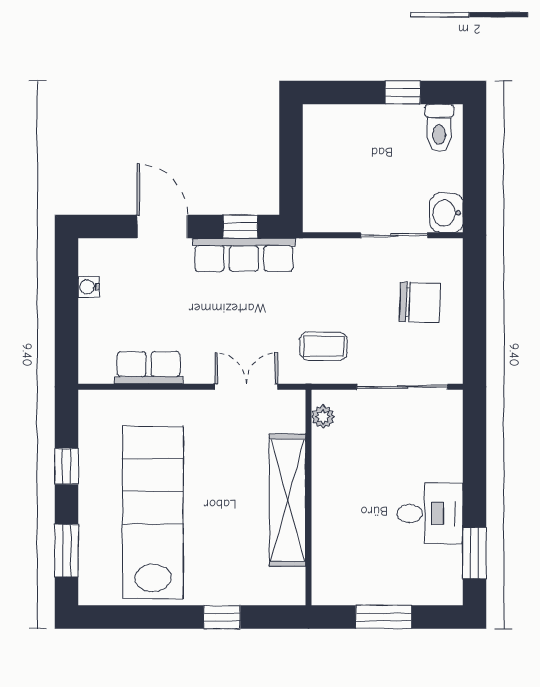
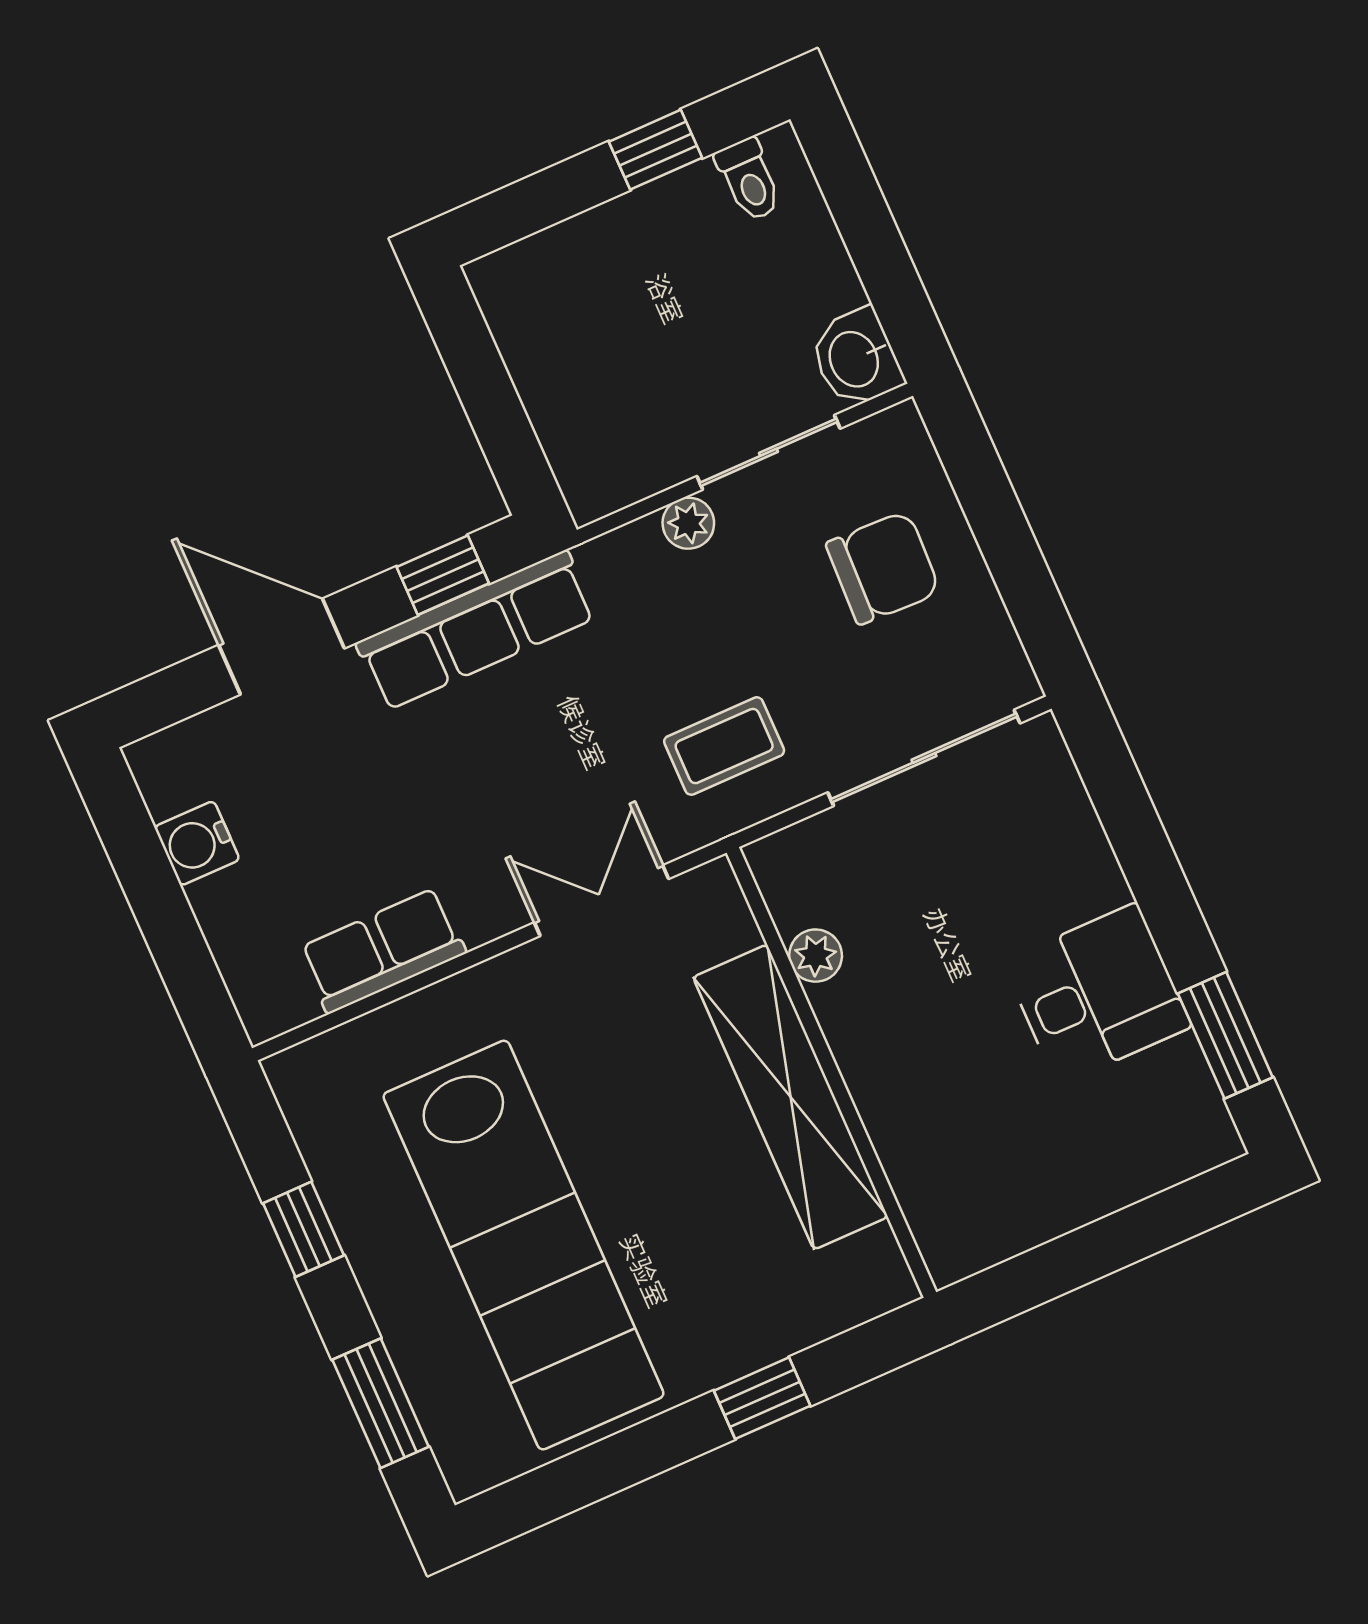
toilet: (439, 128) -> (749, 180), width x0.73, depth x0.72
plant: (349, 250) -> (688, 523), added
water cooler: (89, 287) -> (197, 843), width x1.38, depth x1.38
plant: (323, 417) -> (816, 956), moved
lab bench: (153, 512) -> (524, 1245), turned 180
window: (384, 617) -> (1096, 1250), removed

